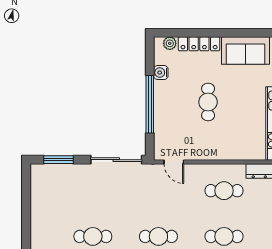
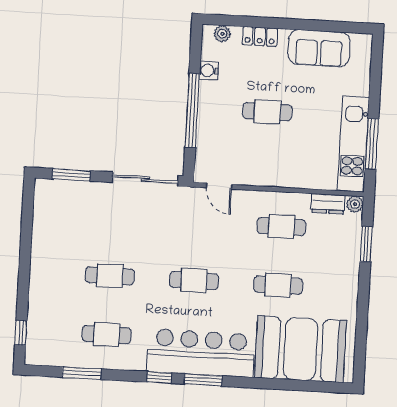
locker: (199, 44) -> (260, 36), width x0.66
cafe table: (208, 102) -> (267, 112), turned 90

